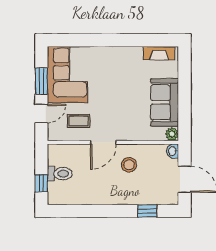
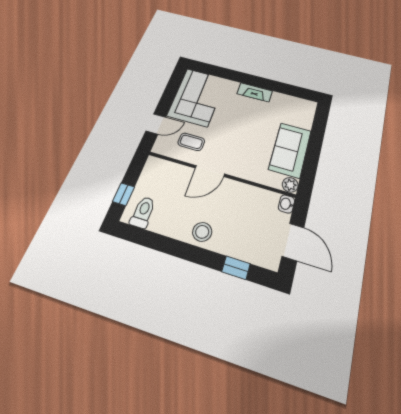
fireplace: (159, 53) -> (255, 92), moved
window: (41, 81) -> (169, 95), removed
stool: (129, 165) -> (202, 232), moved
toilet: (60, 174) -> (143, 212), moved, turned -90

